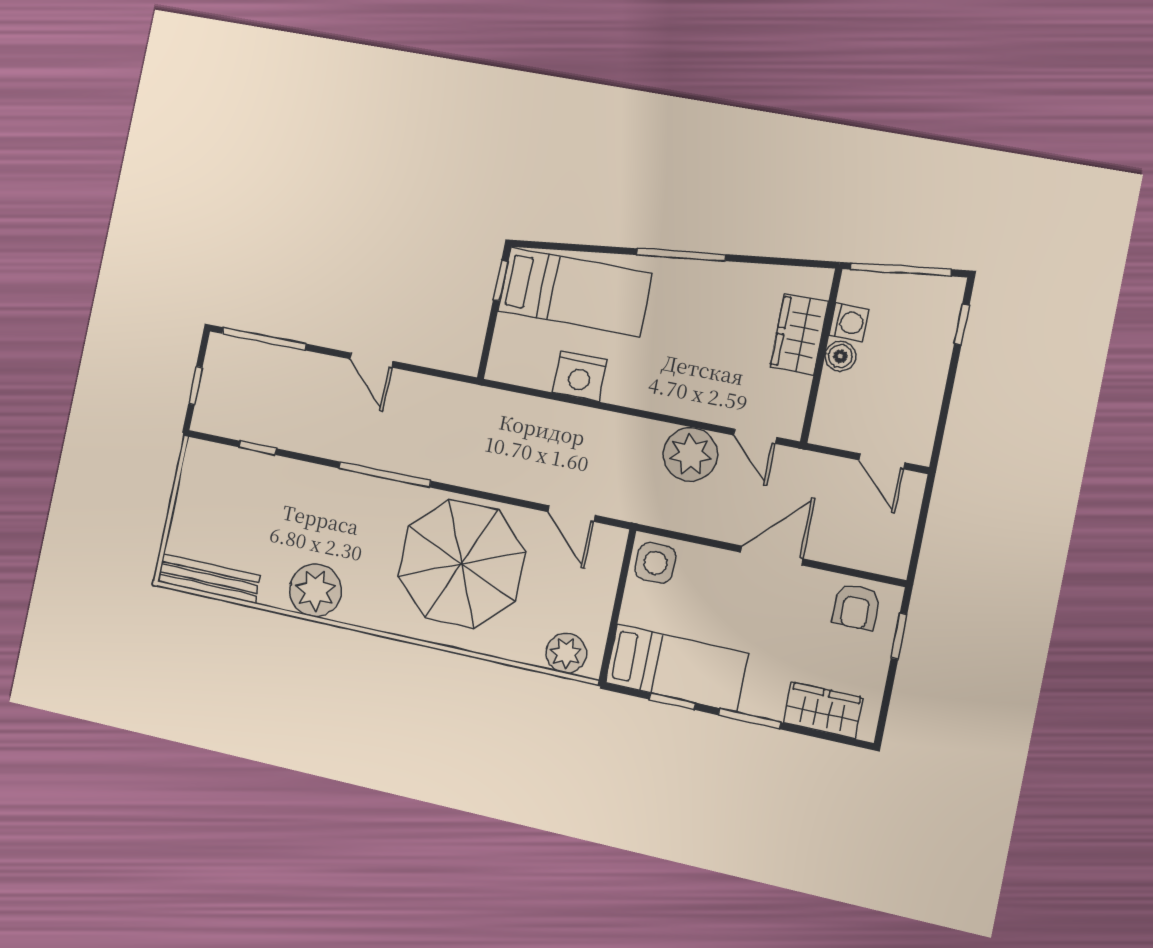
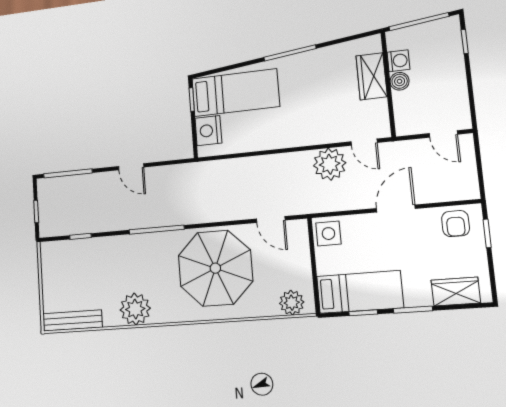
nightstand: (580, 376) -> (208, 131), moved, turned 90

